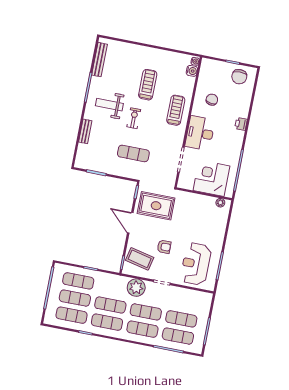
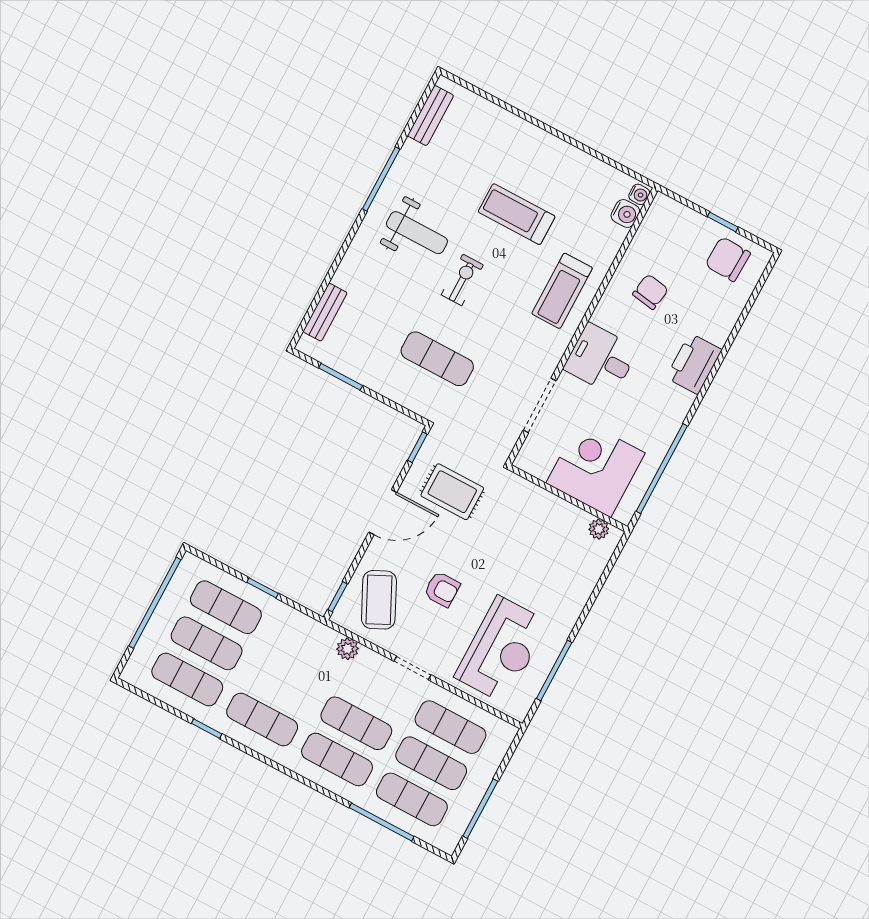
bench: (100, 60) -> (431, 116), width x0.73
chair: (239, 77) -> (728, 259), turned 92
treadmill: (148, 85) -> (517, 214), turned -90
weight bench: (109, 105) -> (417, 233), turned 180
treadmill: (176, 110) -> (562, 291), turned 180
printer: (241, 124) -> (694, 364), width x1.87, depth x1.48
bench: (85, 131) -> (325, 312), moved
desk: (200, 133) -> (601, 359), width x0.73
rug: (156, 206) -> (452, 492), width x0.73, depth x0.70
door: (130, 223) -> (383, 512), swing flipped
coffee table: (140, 259) -> (379, 600), turned 51
reception desk: (196, 264) -> (501, 650), turned 180
plant: (136, 288) -> (347, 649), width x0.53, depth x0.53
exercise mat: (110, 305) -> (450, 727), moved

